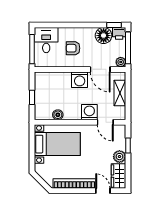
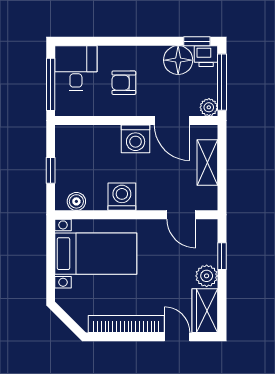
washing machine: (89, 112) -> (122, 197), moved
boiler: (58, 115) -> (76, 201), moved

